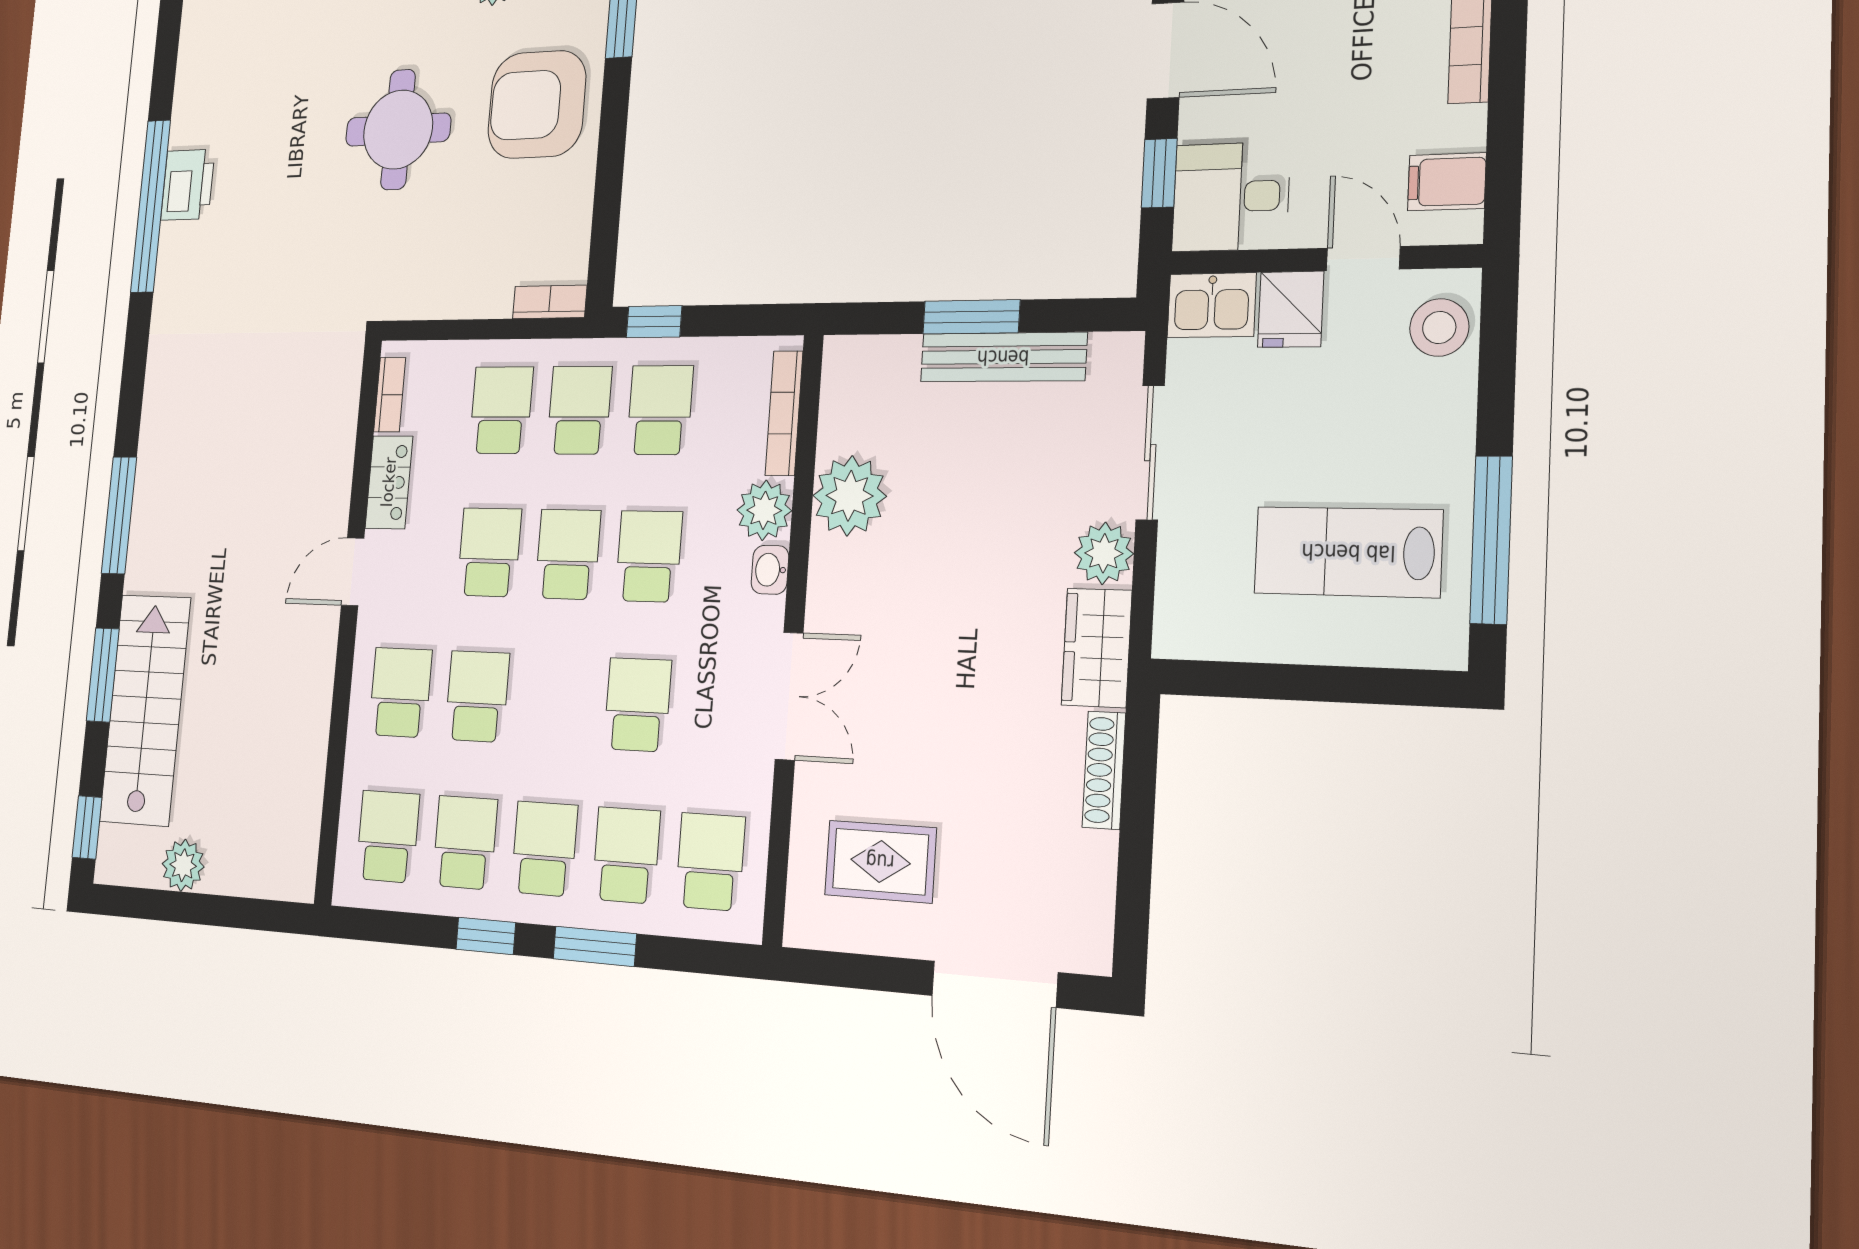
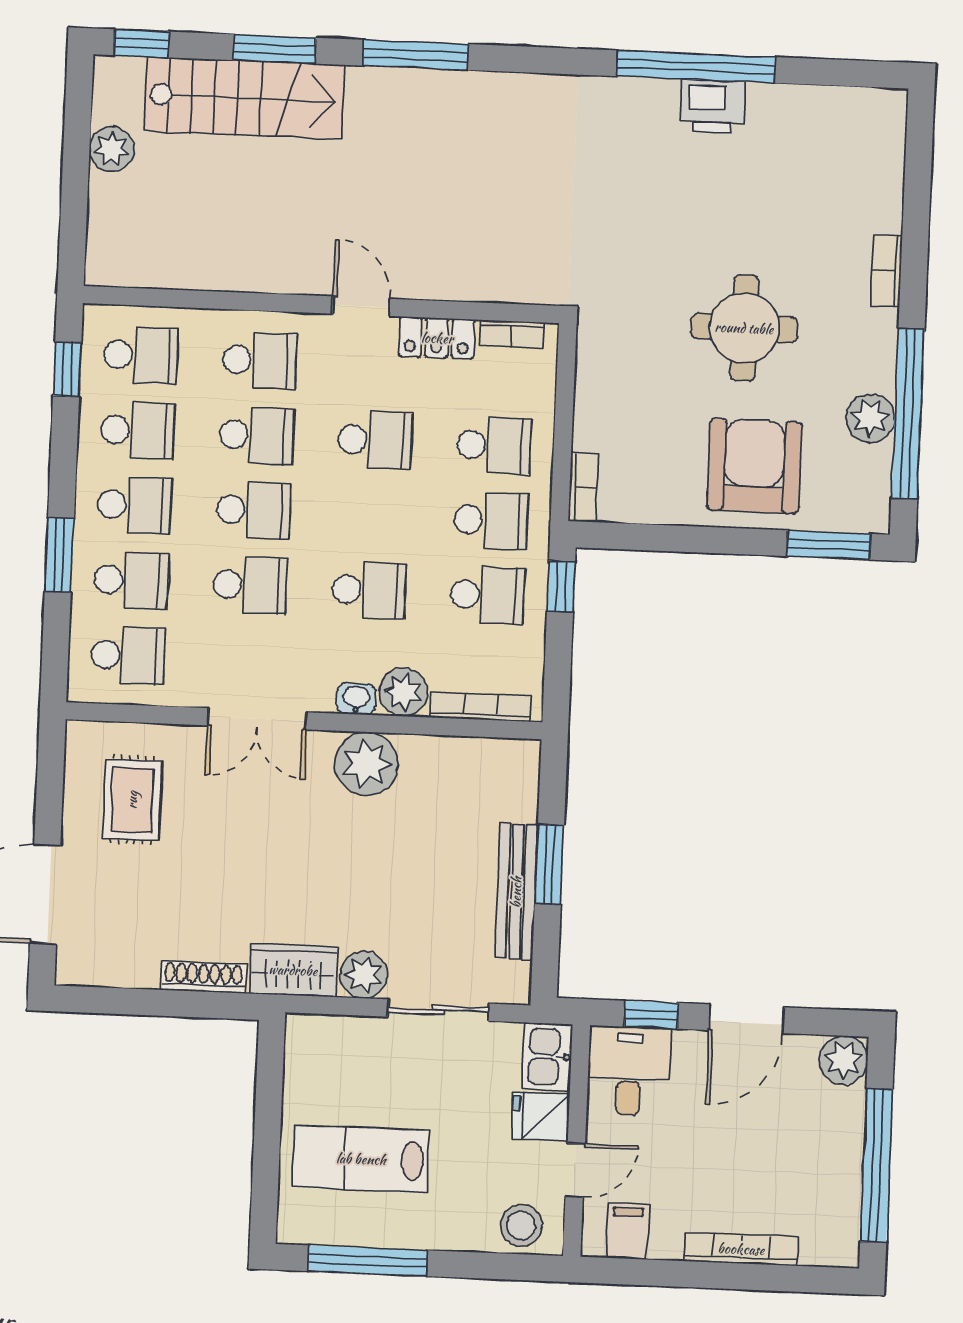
plant: (850, 496) -> (367, 764), moved
lab bench: (1348, 552) -> (361, 1159), turned -90
school desk: (568, 554) -> (253, 510), moved
window: (486, 936) -> (67, 369), moved

